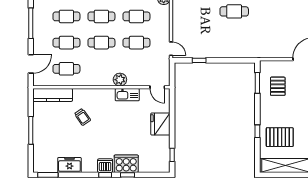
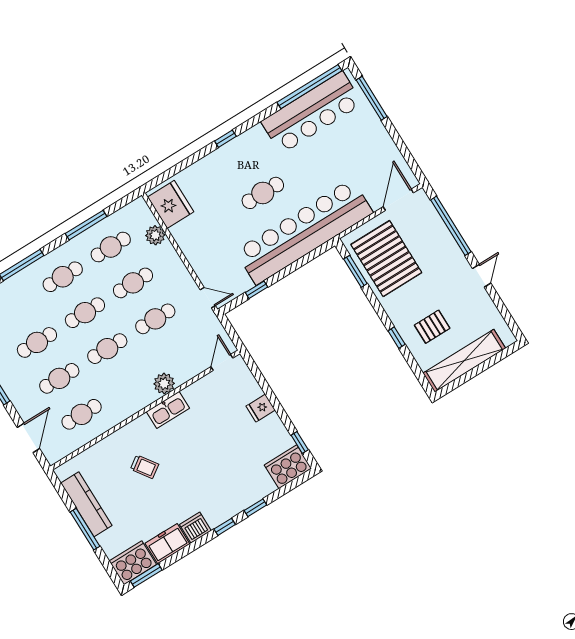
bar counter: (243, 45) -> (304, 232), added
pallet: (278, 86) -> (386, 259), width x2.05, depth x2.00
door: (157, 87) -> (222, 362), swing flipped
kitchen counter: (53, 95) -> (86, 504), moved, turned -90
kitchen sink: (127, 95) -> (168, 410), moved
fridge: (160, 124) -> (261, 408), width x0.53, depth x0.75
pallet: (280, 137) -> (432, 327), width x0.67, depth x0.71
cooker: (45, 164) -> (133, 563), added
cooker: (126, 164) -> (288, 467), moved
dishwasher: (105, 166) -> (195, 528), moved

